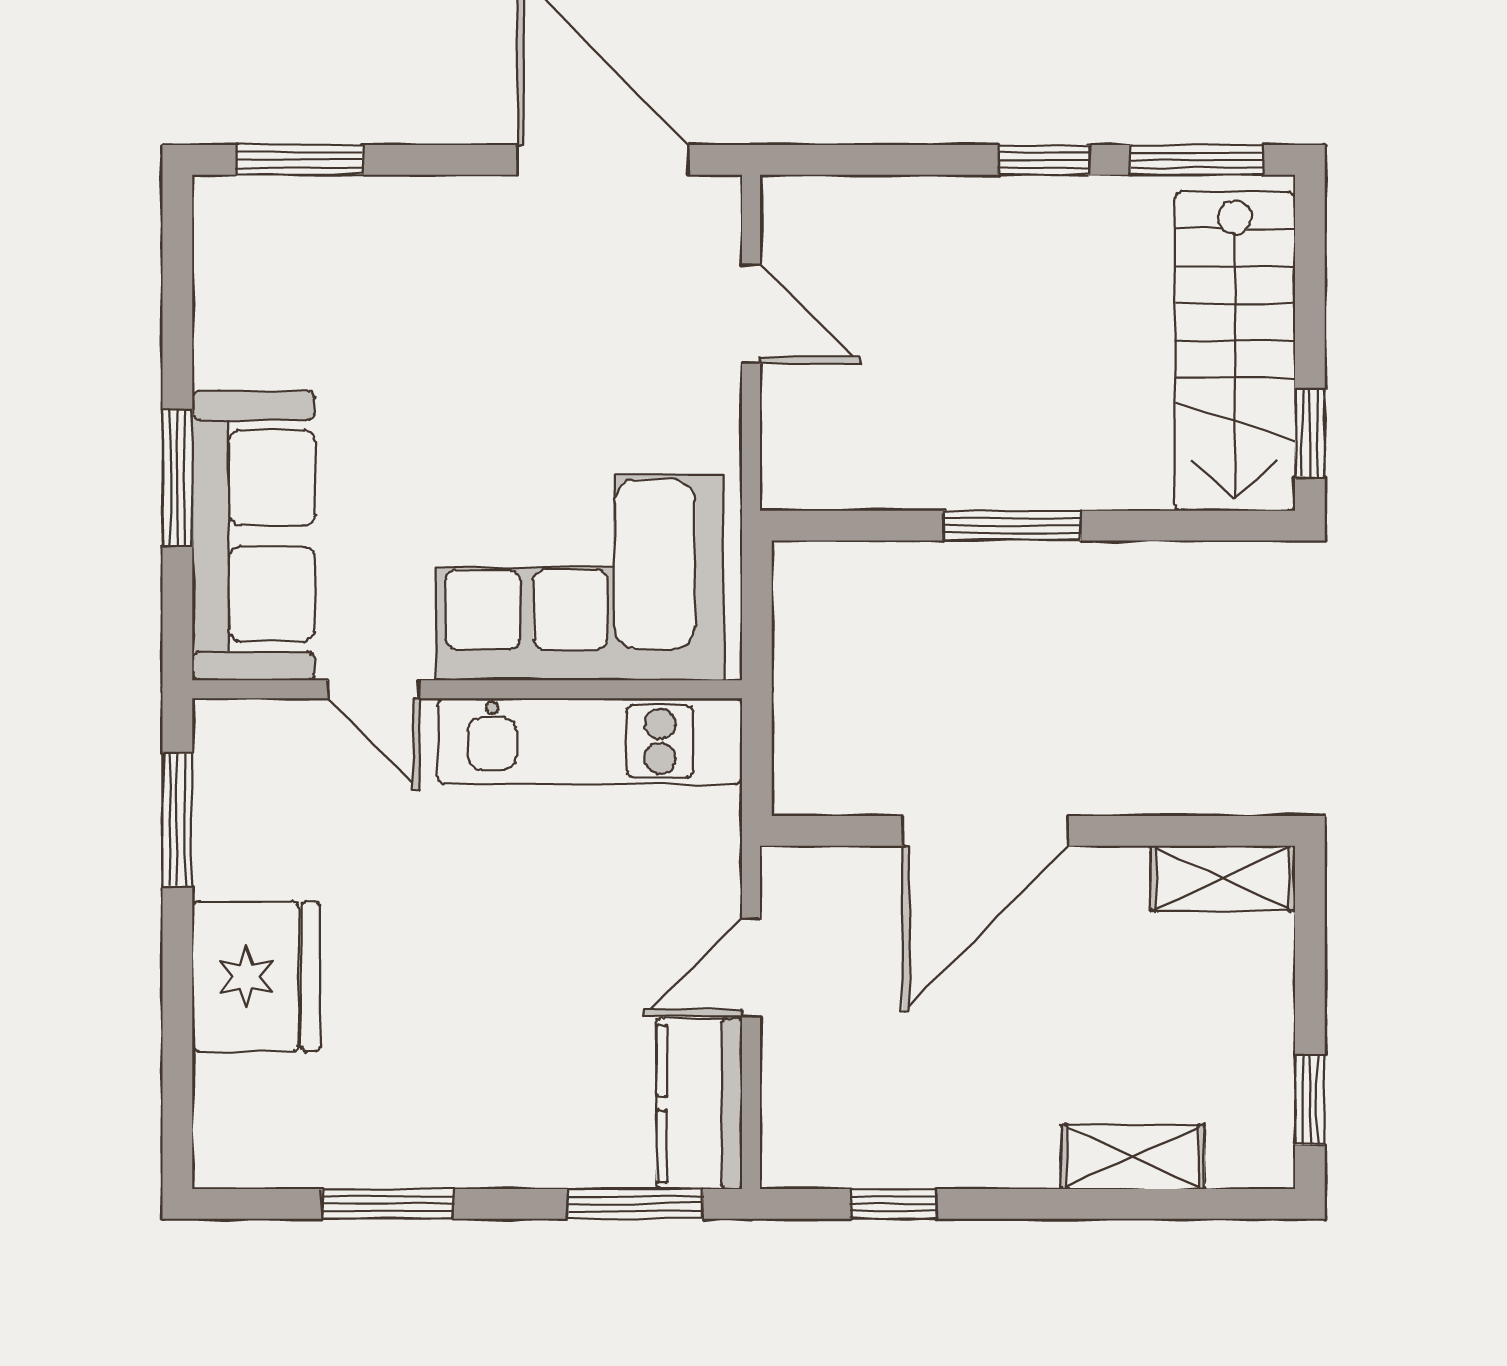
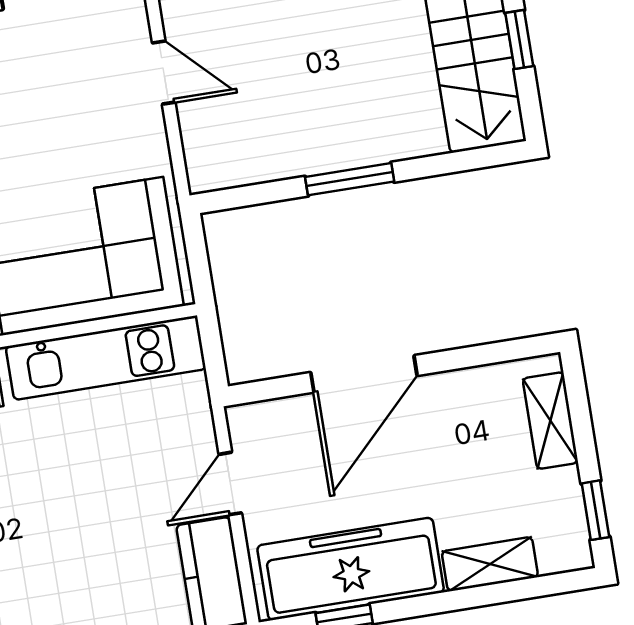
window: (1310, 433) -> (519, 40), moved
shelving: (1223, 878) -> (550, 421), moved, turned 90
freezer: (916, 1129) -> (351, 569), added

